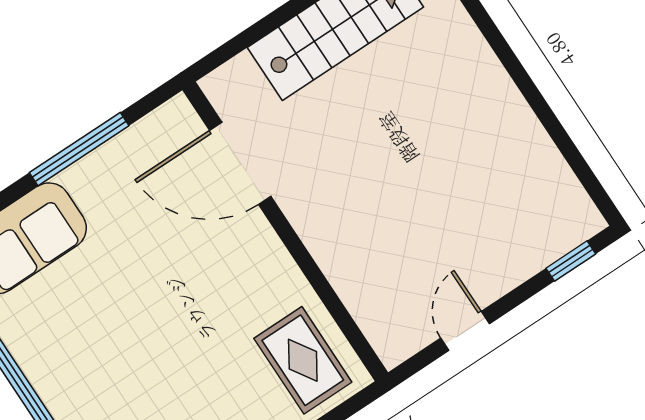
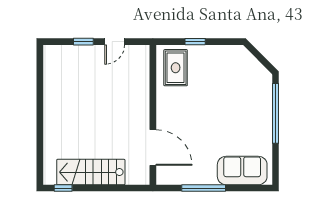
window: (571, 261) -> (83, 42), moved

